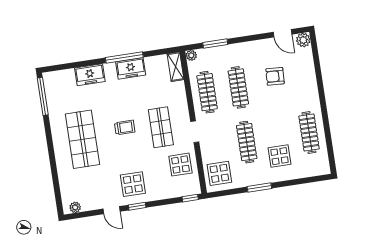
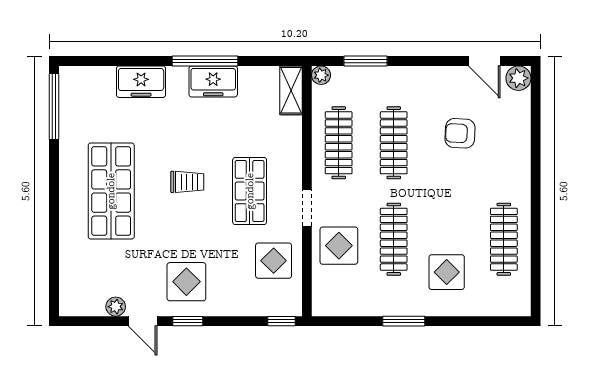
display table: (219, 173) -> (339, 246), moved
plant: (75, 207) -> (116, 307), moved

